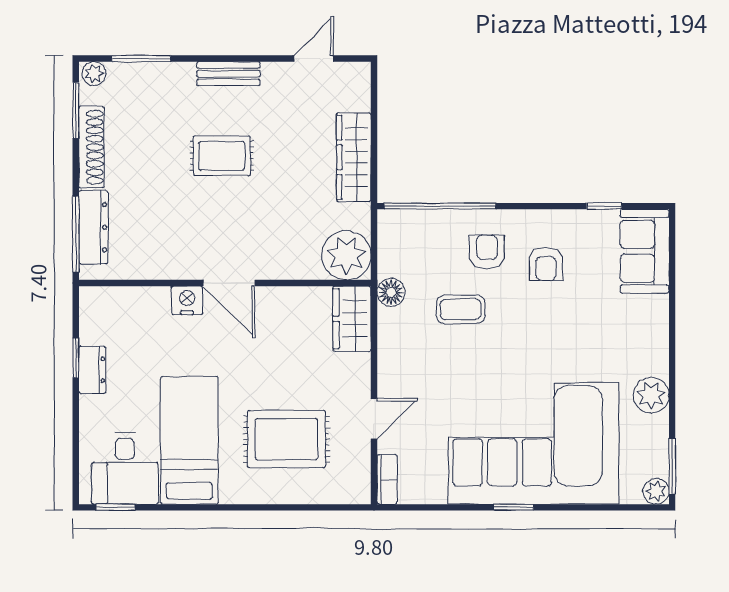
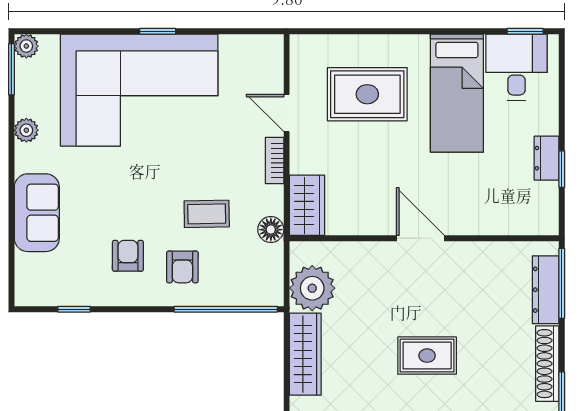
sofa: (645, 251) -> (37, 213), moved
plant: (346, 255) -> (312, 288), moved
nightstand: (187, 300) -> (459, 222), removed
plant: (651, 395) -> (26, 130), width x0.73, depth x0.73
door: (374, 419) -> (287, 113), hinge flipped
bookcase: (387, 479) -> (275, 160), moved

